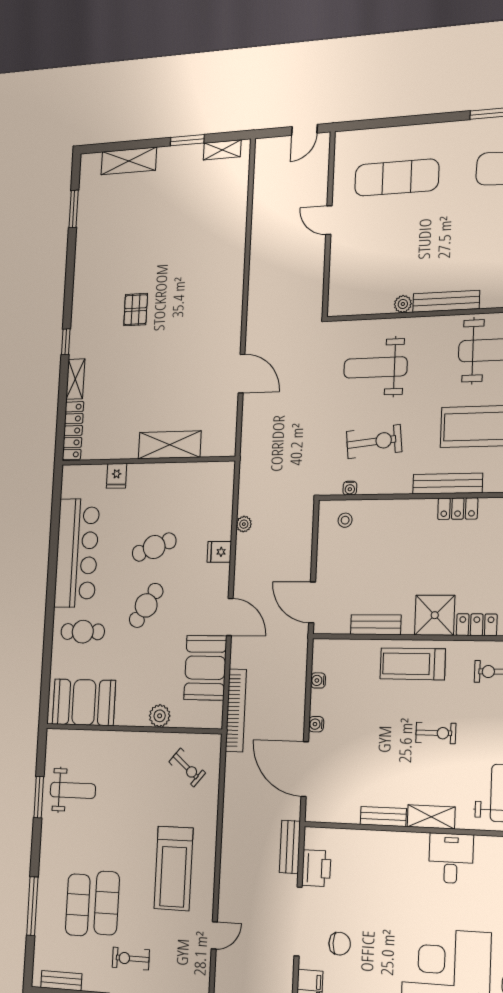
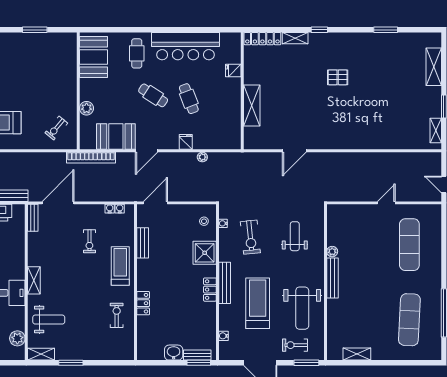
window: (74, 209) -> (386, 30), moved
weight bench: (375, 367) -> (295, 236), width x0.73, depth x0.75
shower: (435, 615) -> (205, 253), moved
water cooler: (316, 724) -> (120, 209), moved
exercise bike: (436, 733) -> (89, 241), moved
weight bench: (73, 790) -> (40, 53), removed
bench: (383, 817) -> (33, 218), moved

